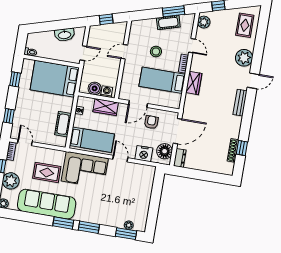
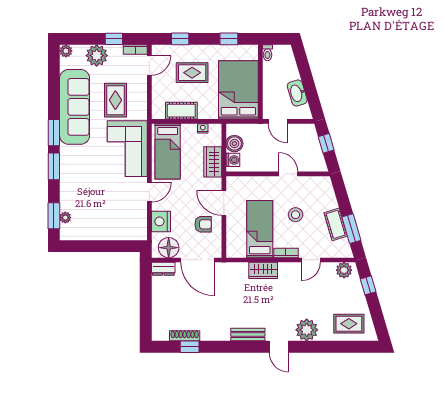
rug: (36, 111) -> (192, 73), added

